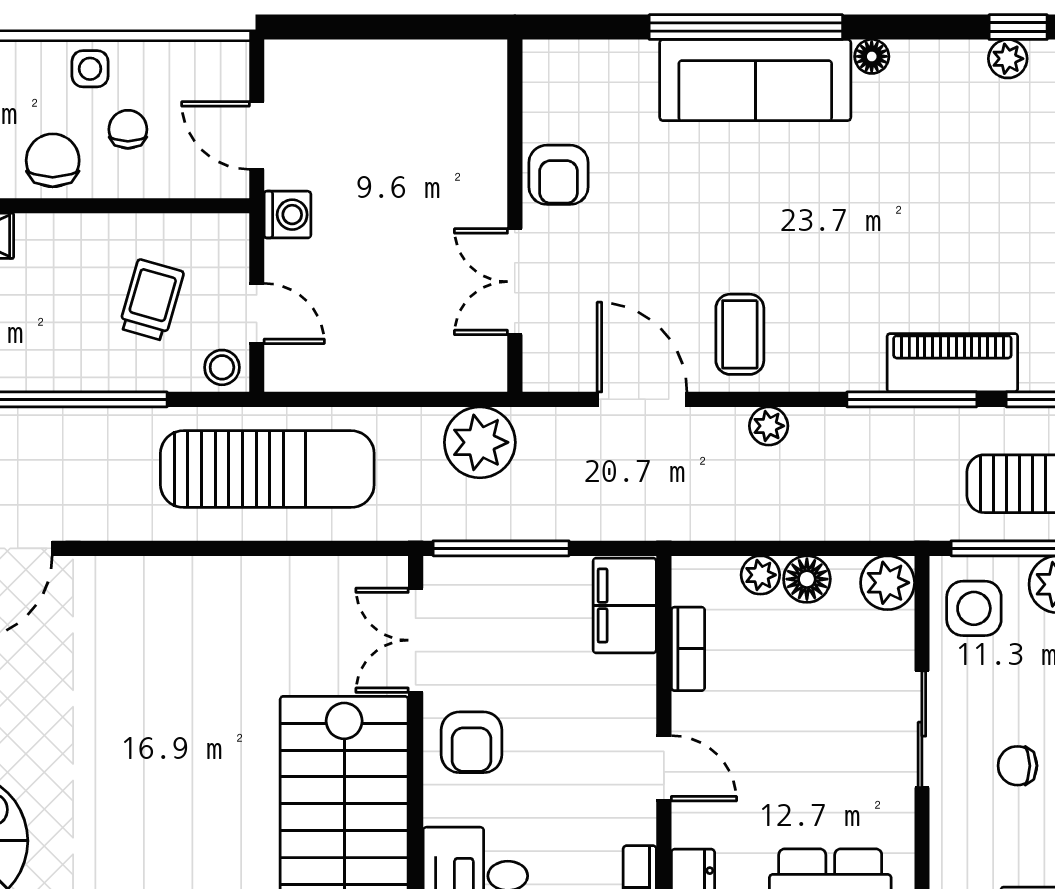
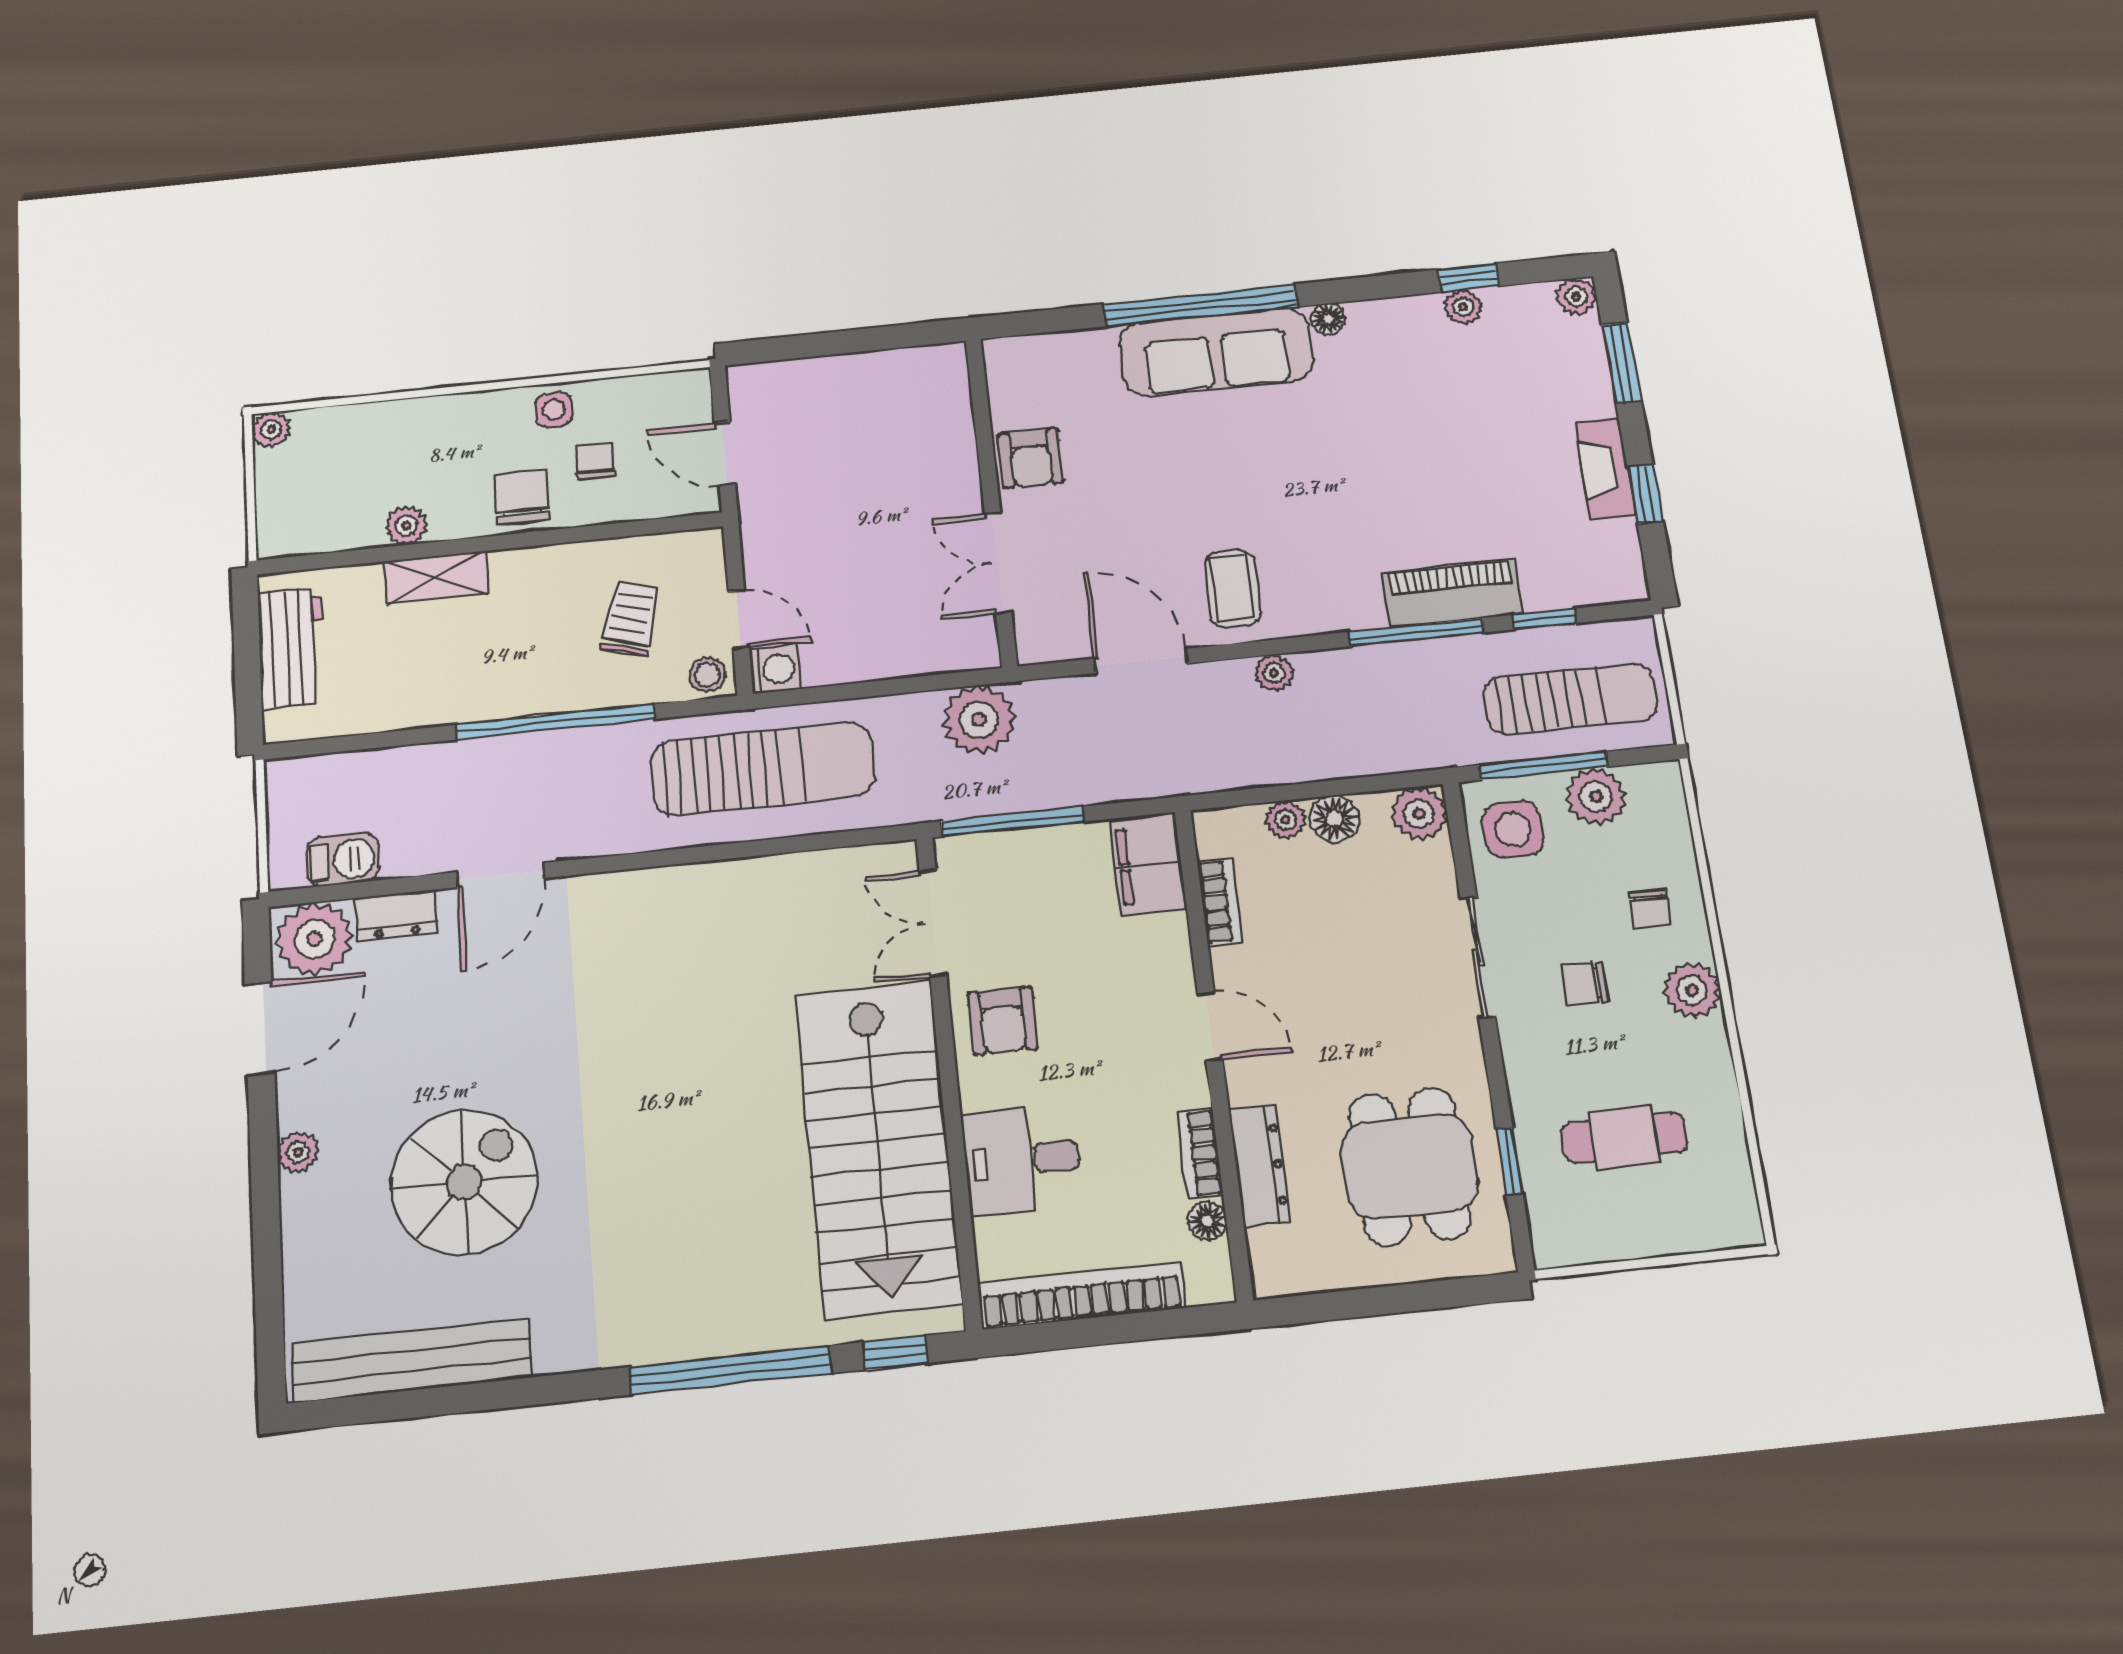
washing machine: (288, 215) -> (775, 669), moved

